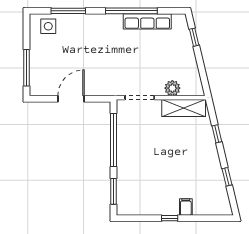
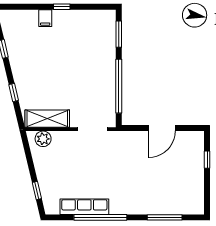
side table: (48, 26) -> (185, 202), removed
window: (26, 68) -> (207, 160), width x0.46
plant: (172, 88) -> (43, 139), moved

